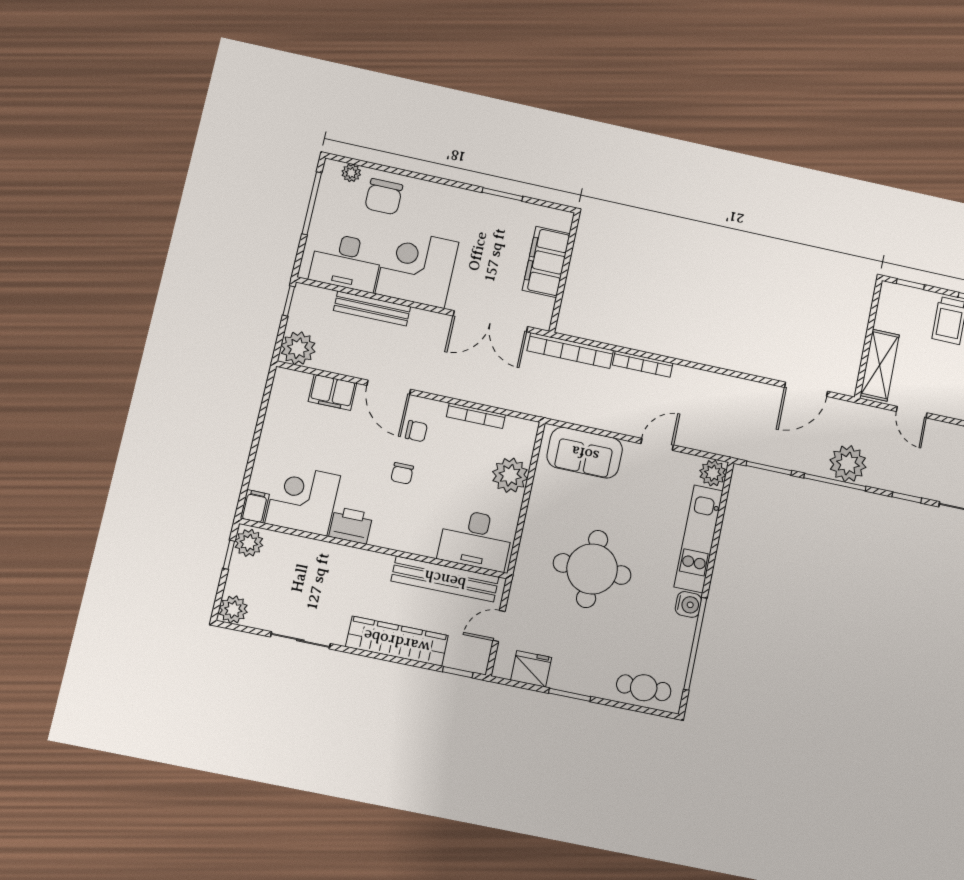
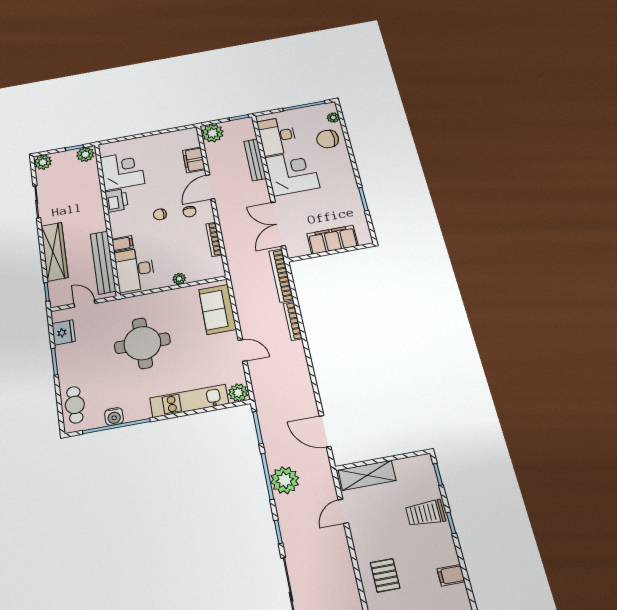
plant: (510, 475) -> (179, 279), width x0.53, depth x0.53
filing cabinet: (255, 506) -> (122, 244), moved
water cooler: (688, 604) -> (114, 416), moved

